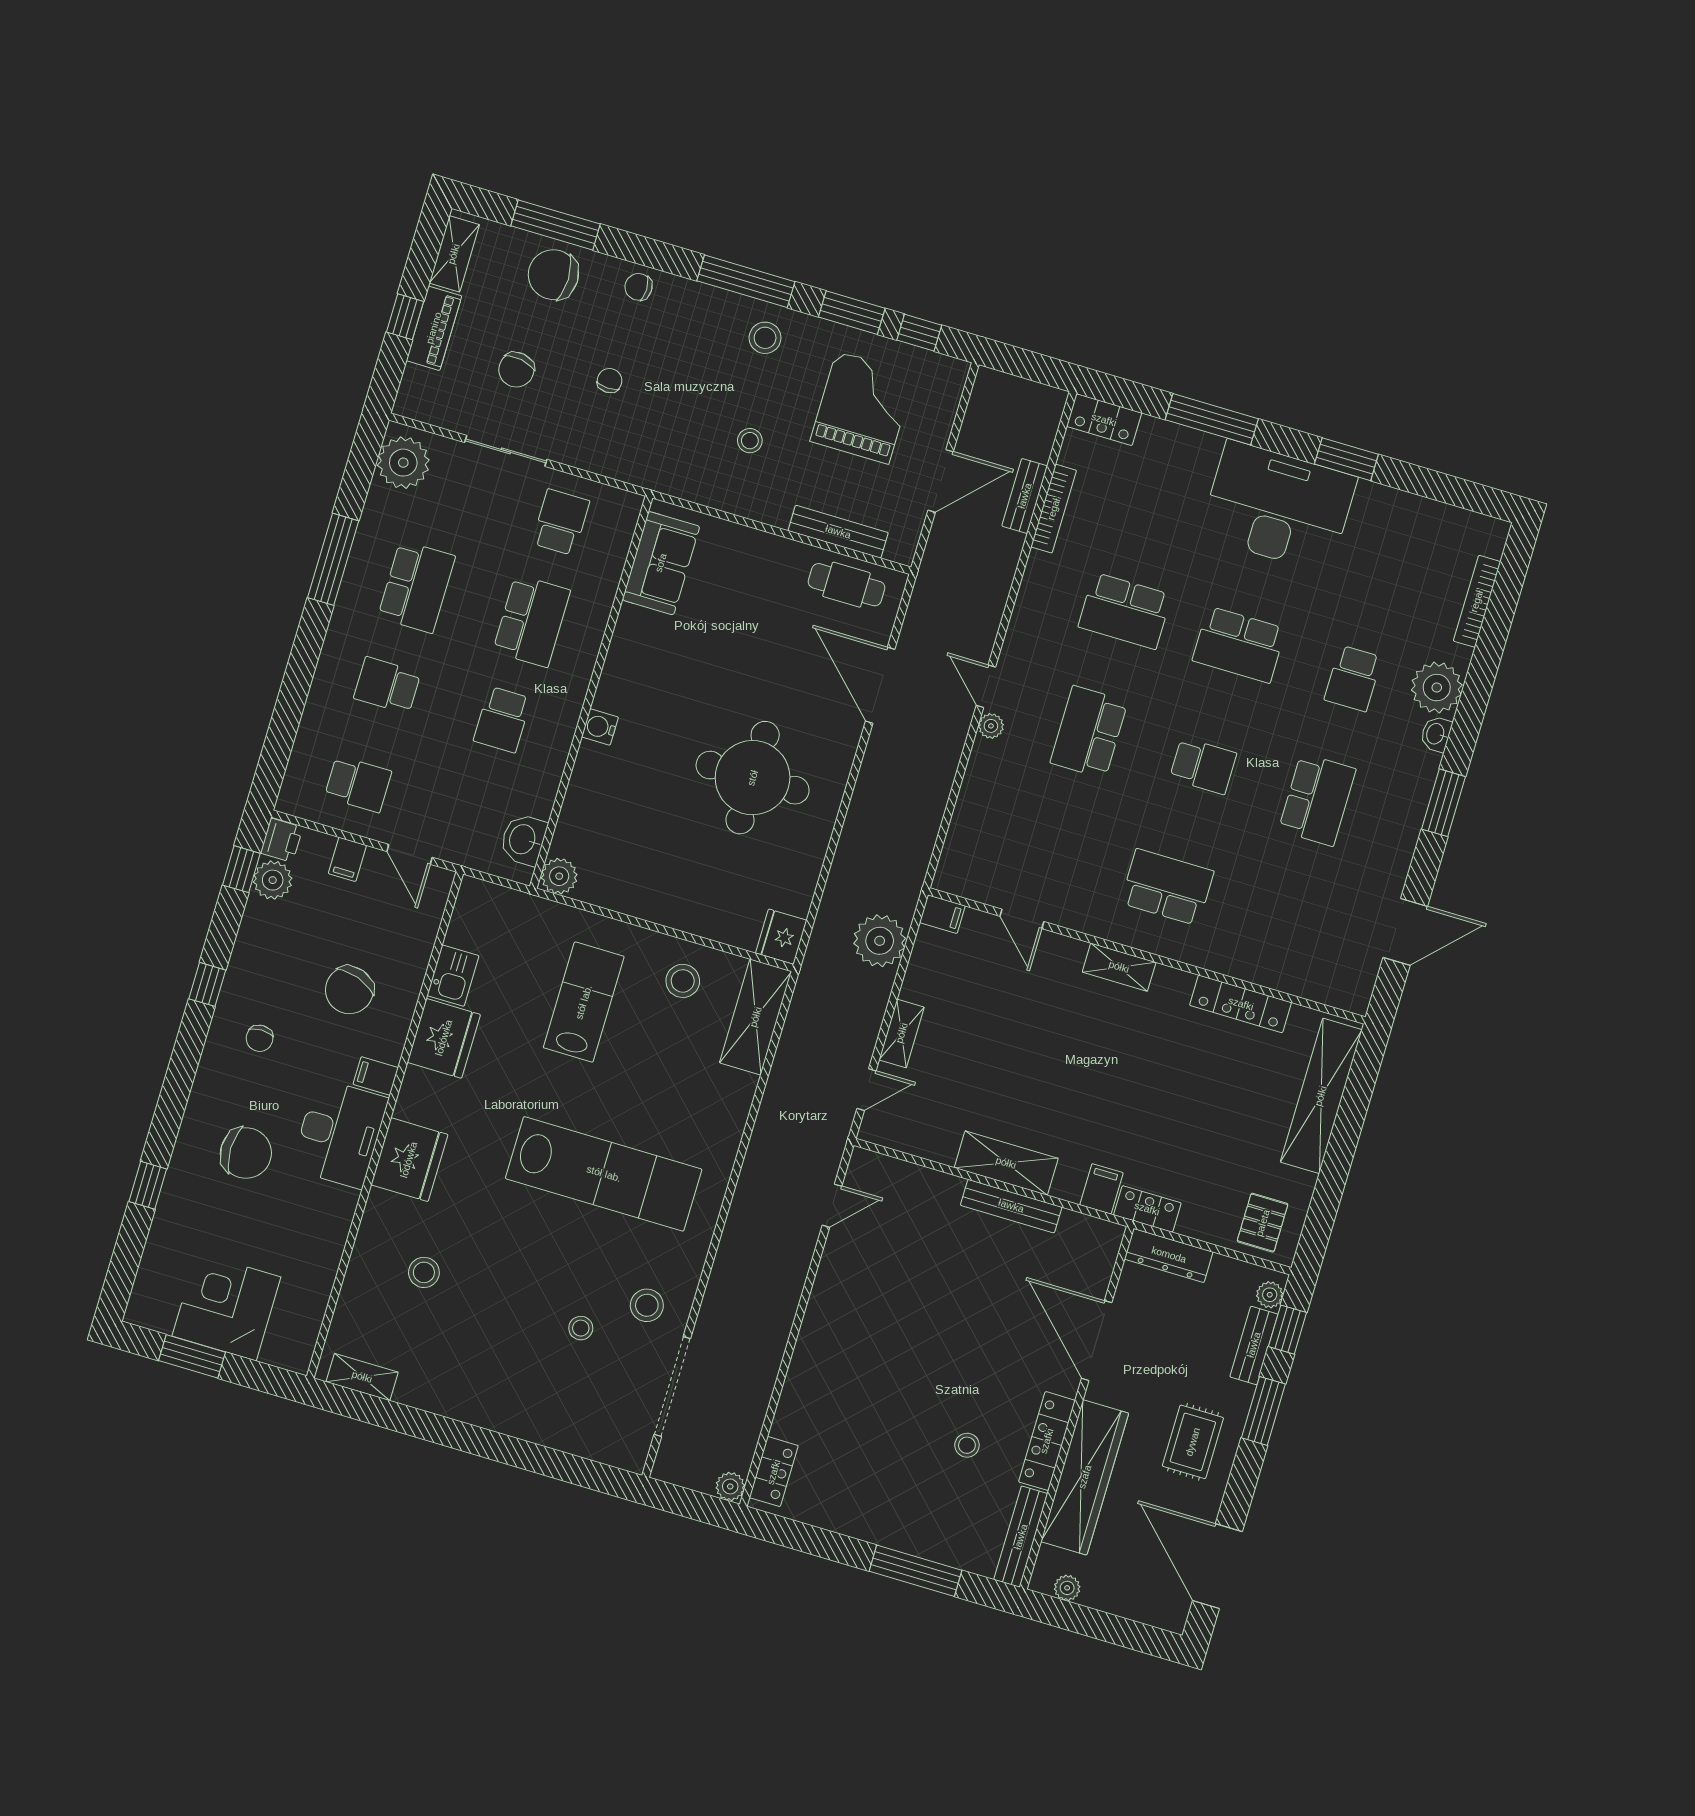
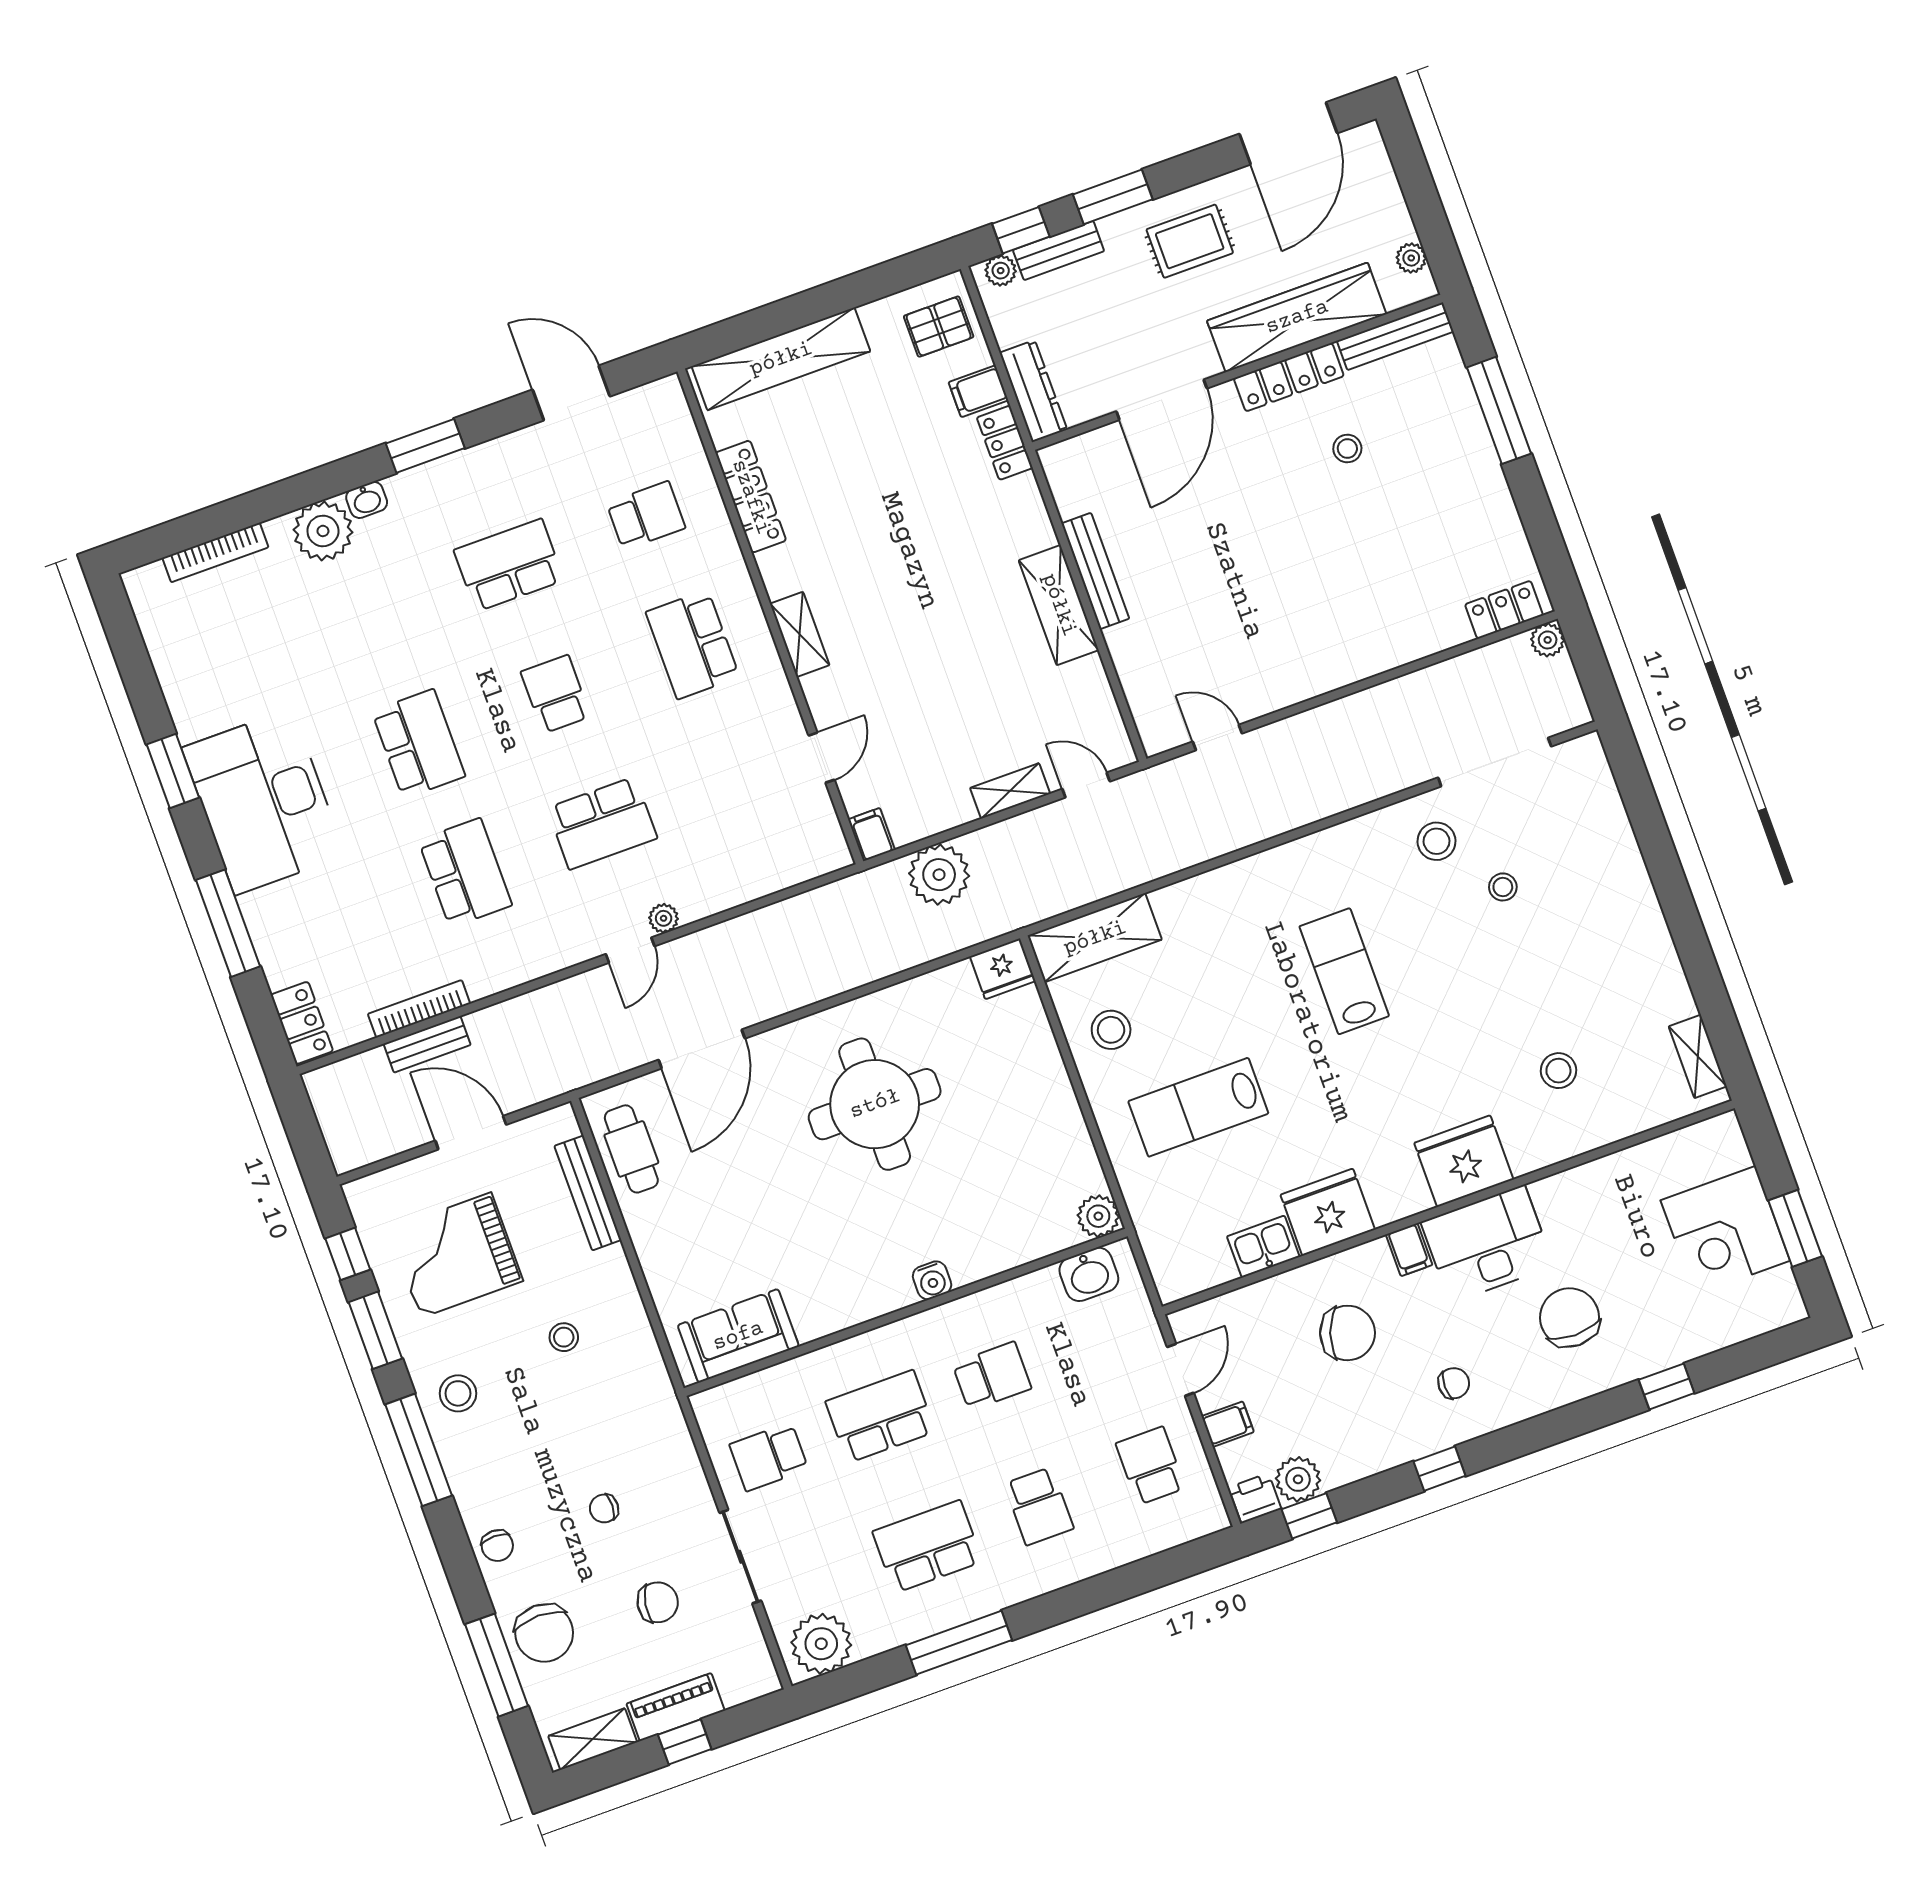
school desk: (1353, 678) -> (646, 516), moved
lab bench: (604, 1174) -> (1344, 971), width x0.54, depth x0.72
filing cabinet: (1101, 1189) -> (978, 391), moved

